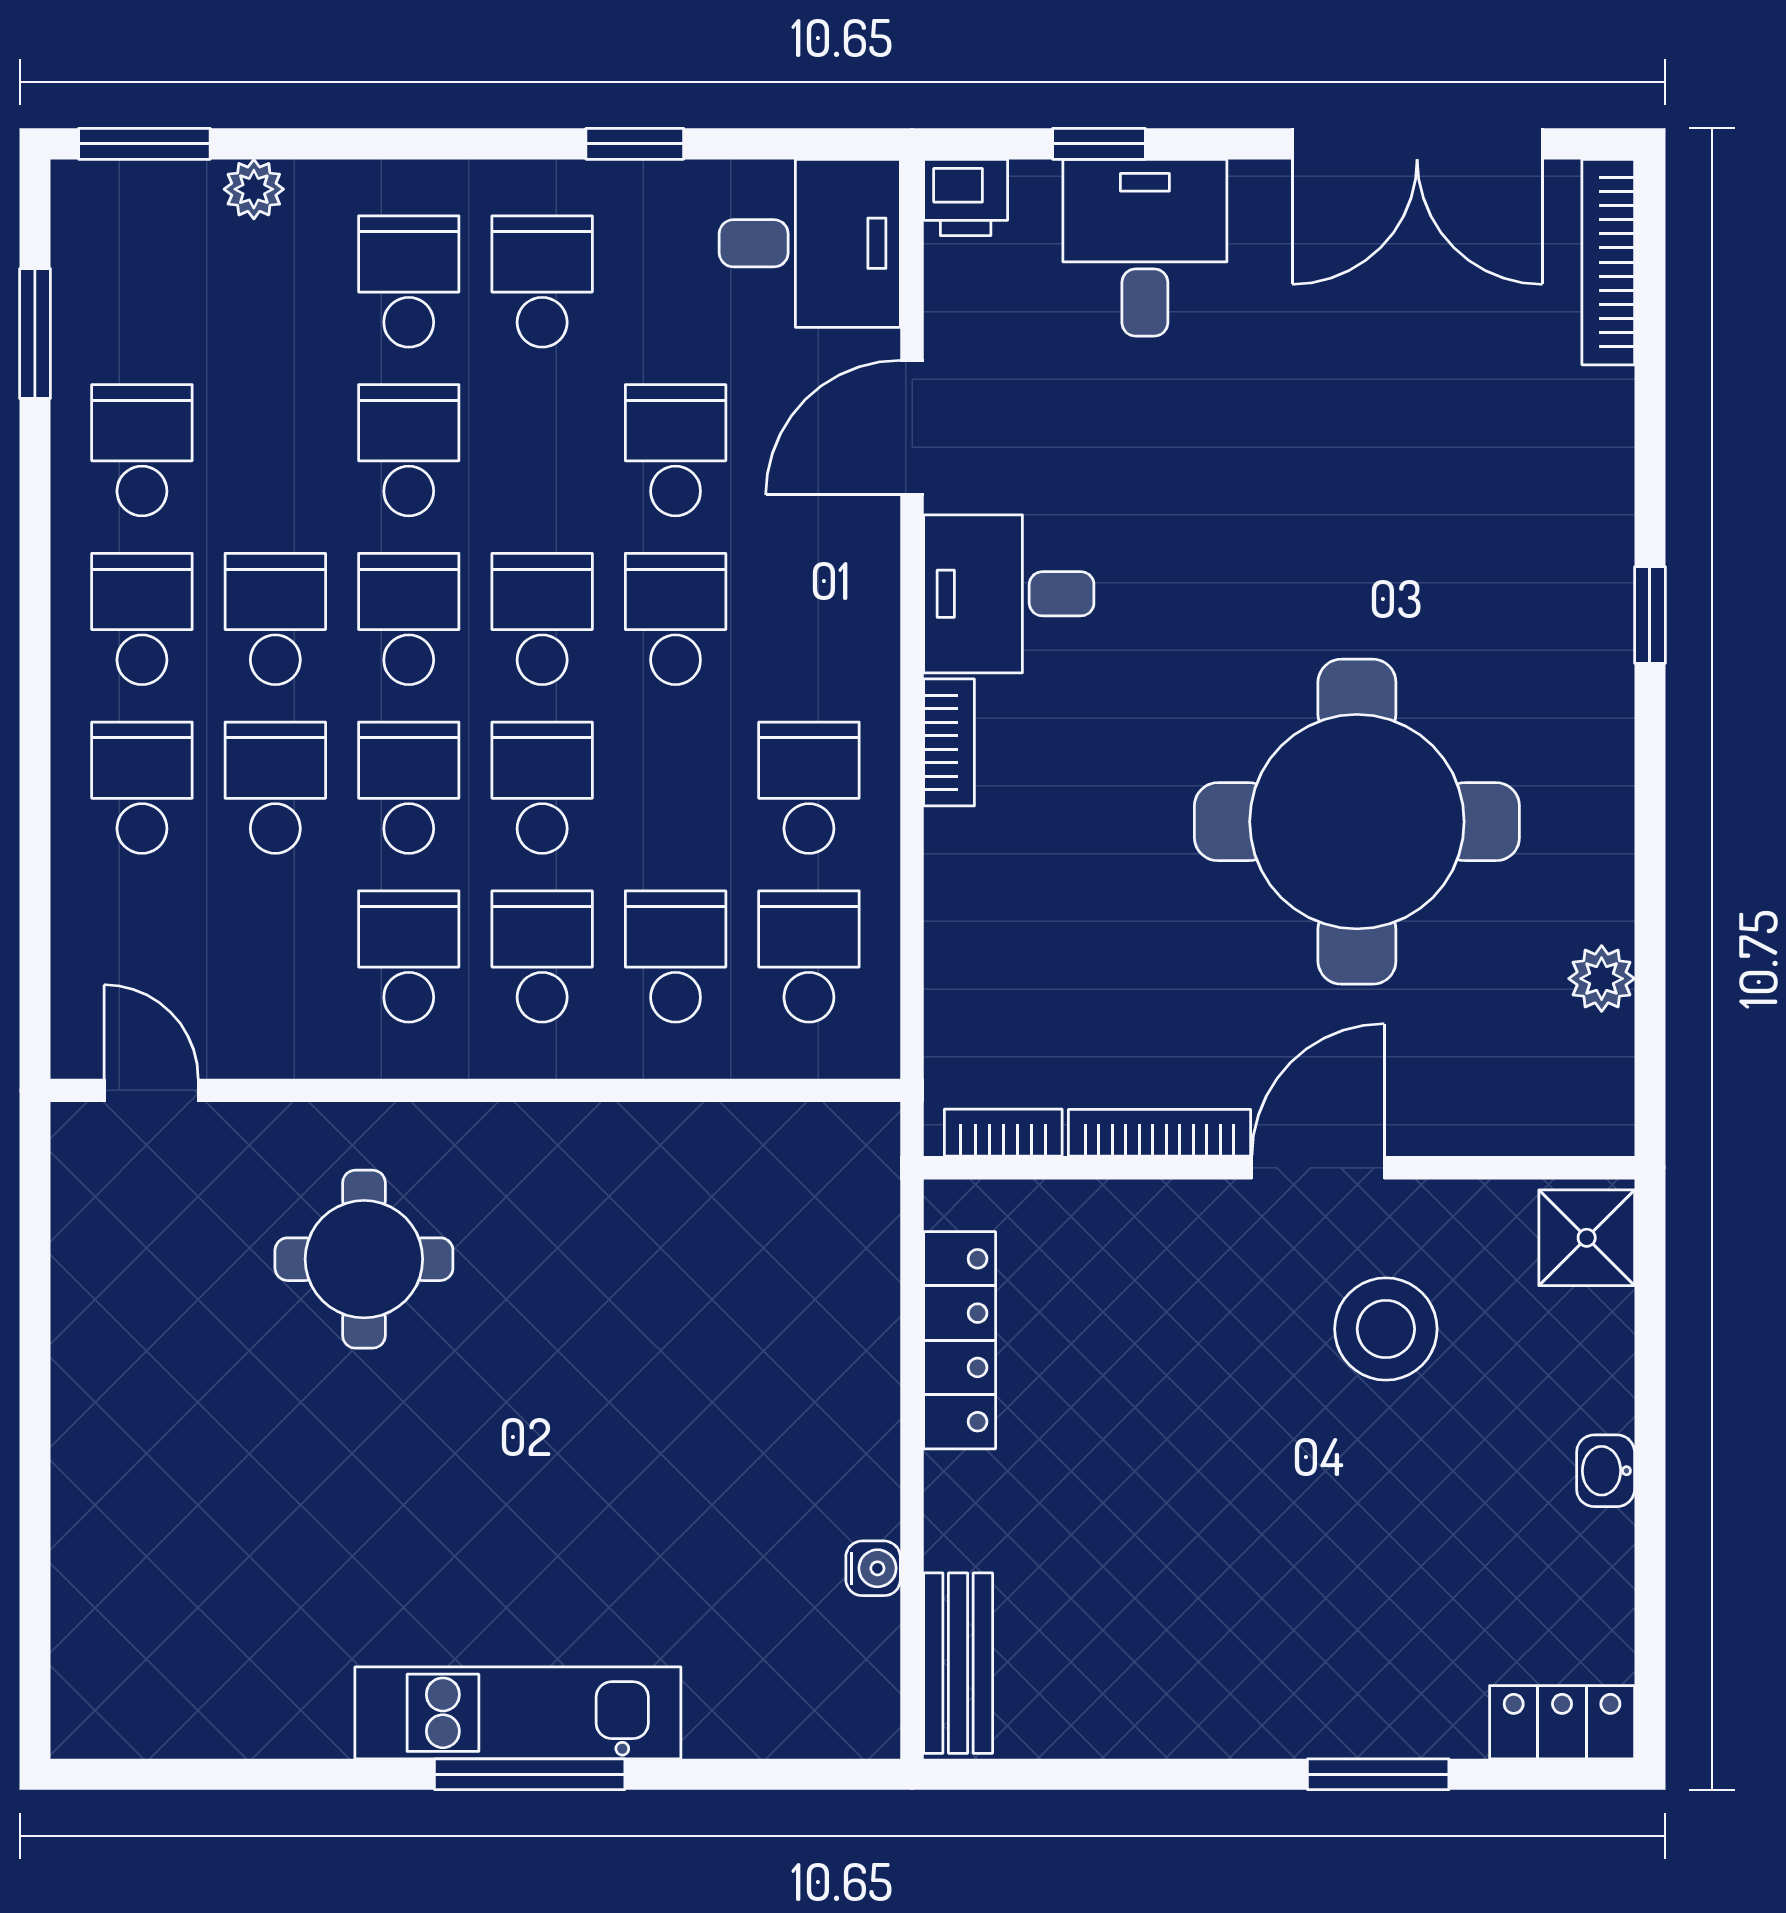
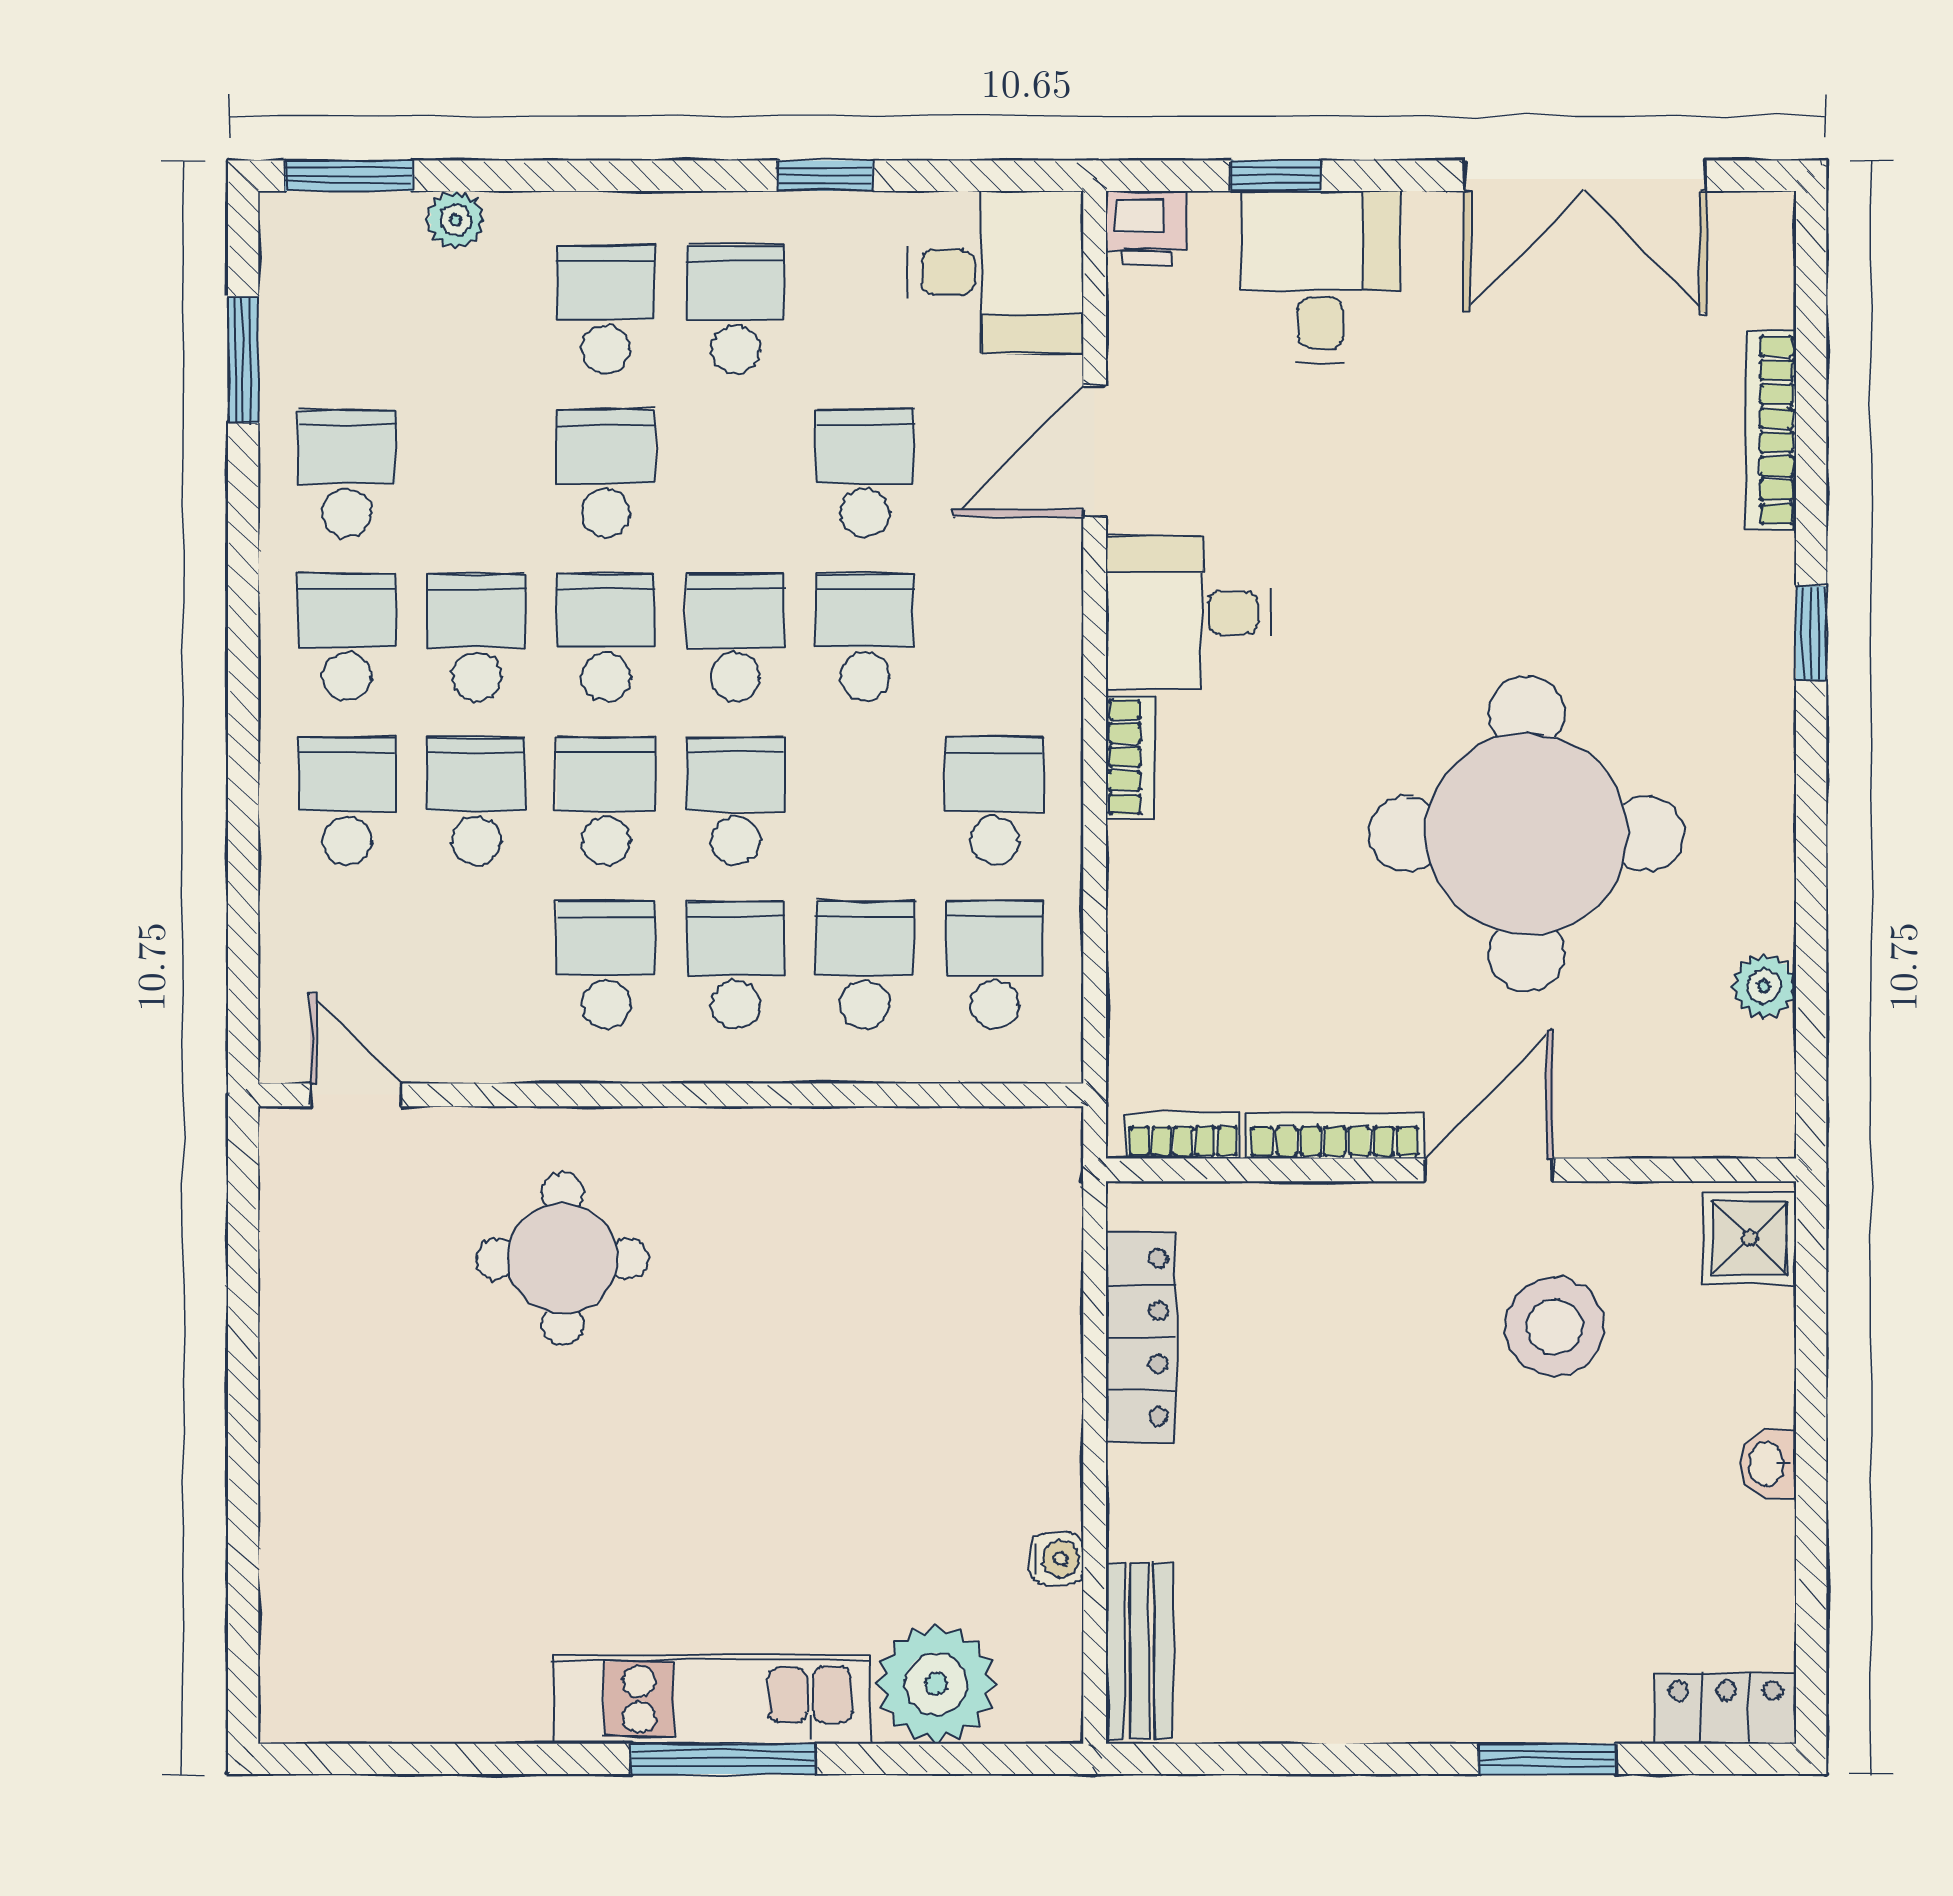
bookcase: (1608, 262) -> (1771, 430), moved
plant: (749, 1697) -> (936, 1684), added

